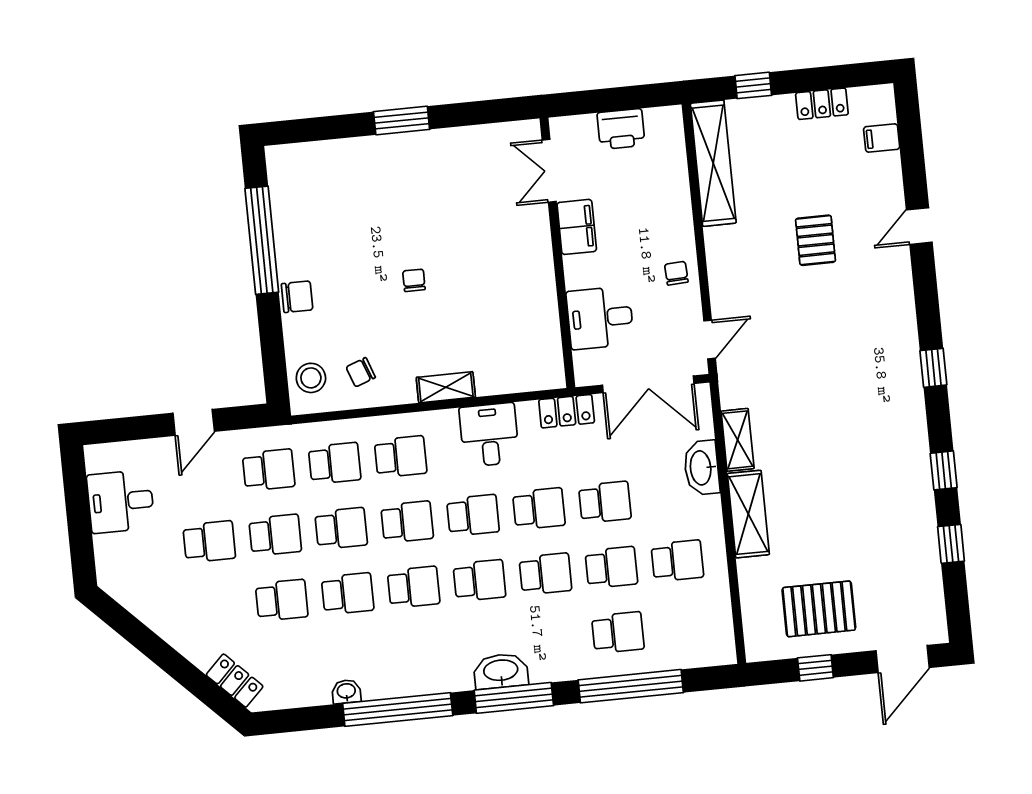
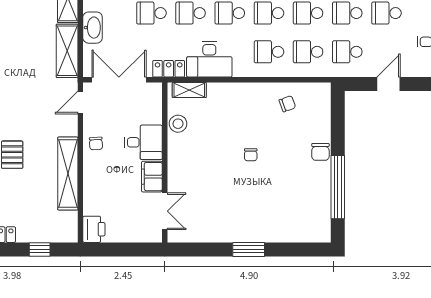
printer: (621, 129) -> (94, 229), moved, turned 90
shelving: (713, 163) -> (68, 174), moved
chair: (297, 297) -> (320, 152), turned -90
desk: (600, 318) -> (143, 142), moved
stool: (311, 378) -> (178, 124), moved
shelving: (446, 387) -> (189, 90), moved
desk: (489, 435) -> (209, 59), width x1.37
shelving: (738, 440) -> (67, 51), width x1.50, depth x1.33

